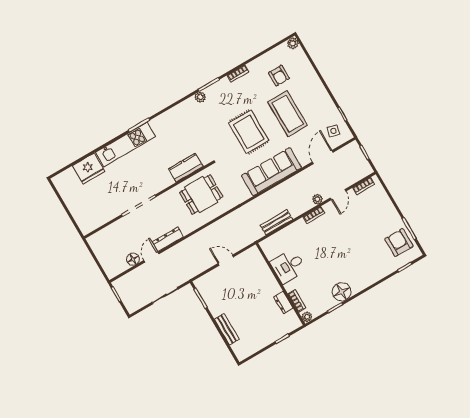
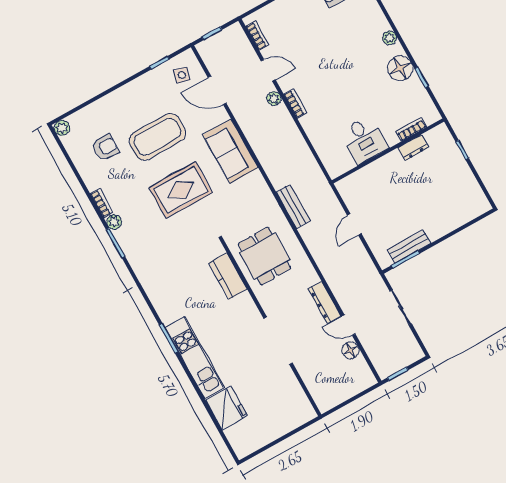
plant: (200, 97) -> (114, 222), moved
sofa: (271, 172) -> (230, 151), width x0.73
bench: (276, 222) -> (293, 207), moved
plant: (307, 317) -> (390, 38), moved
bench: (227, 329) -> (409, 247), moved

